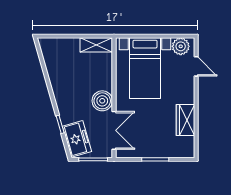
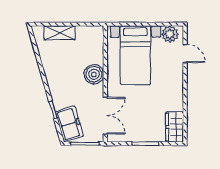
shelving: (96, 45) -> (60, 33), moved
boiler: (102, 101) -> (94, 74), moved
wardrobe: (185, 120) -> (175, 127), moved

